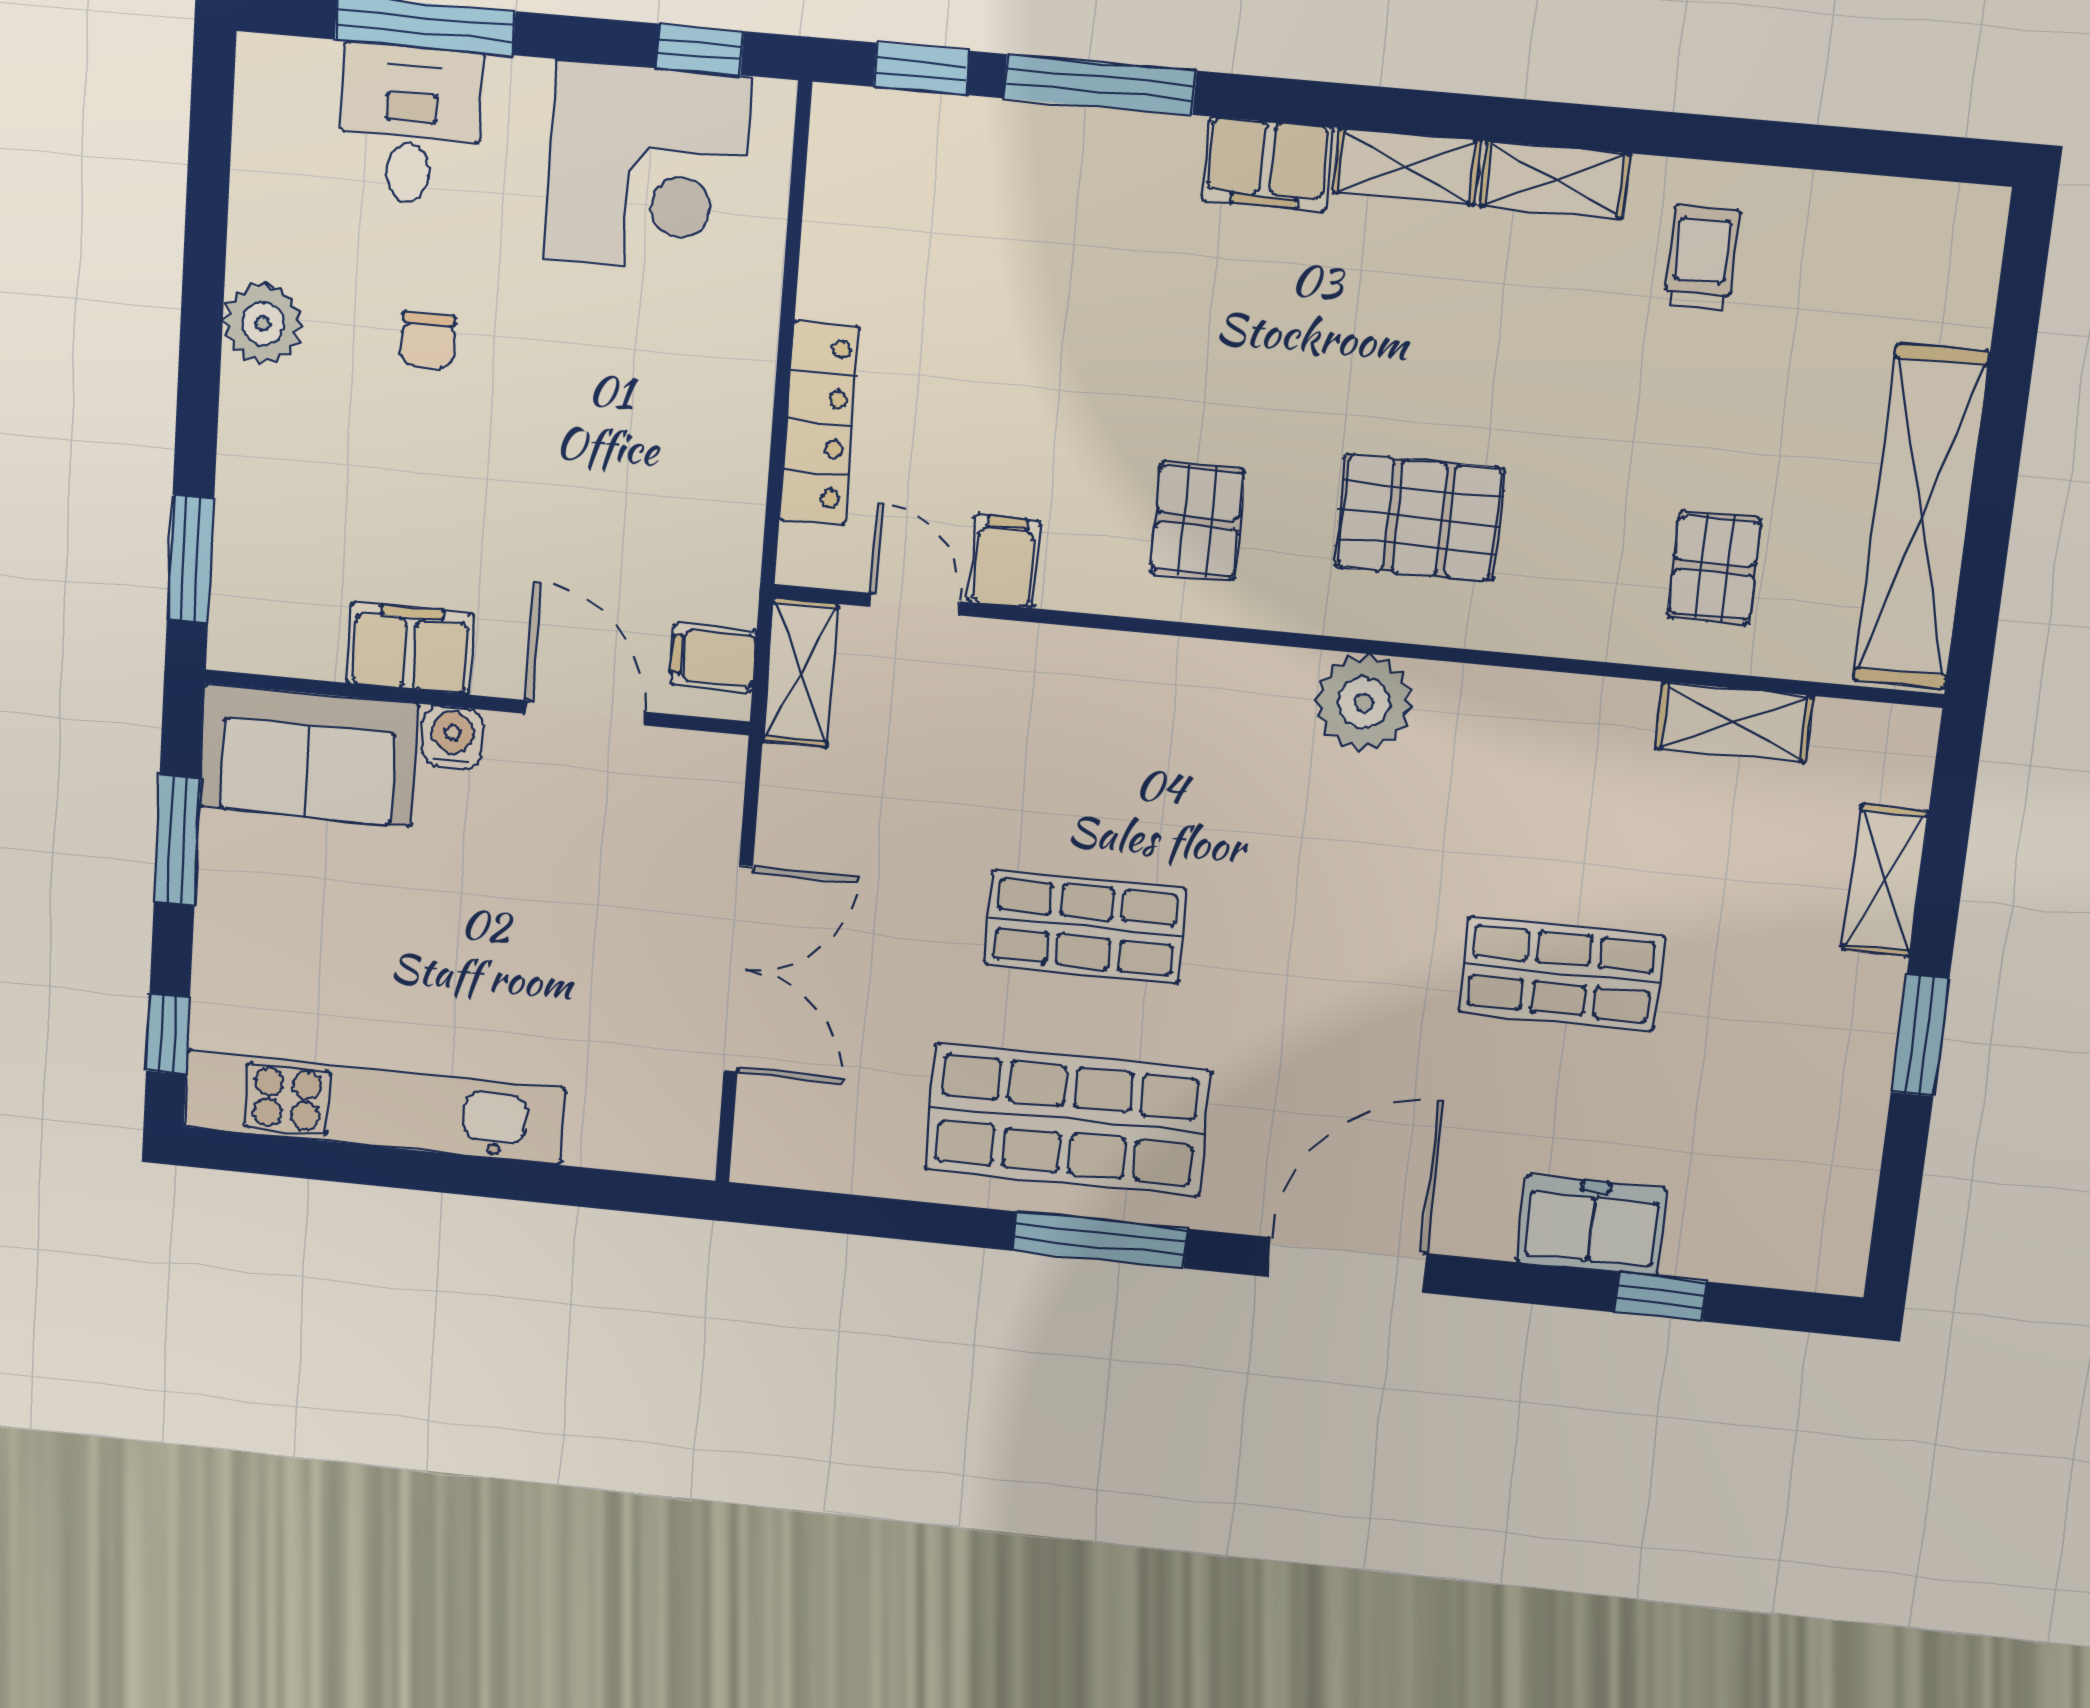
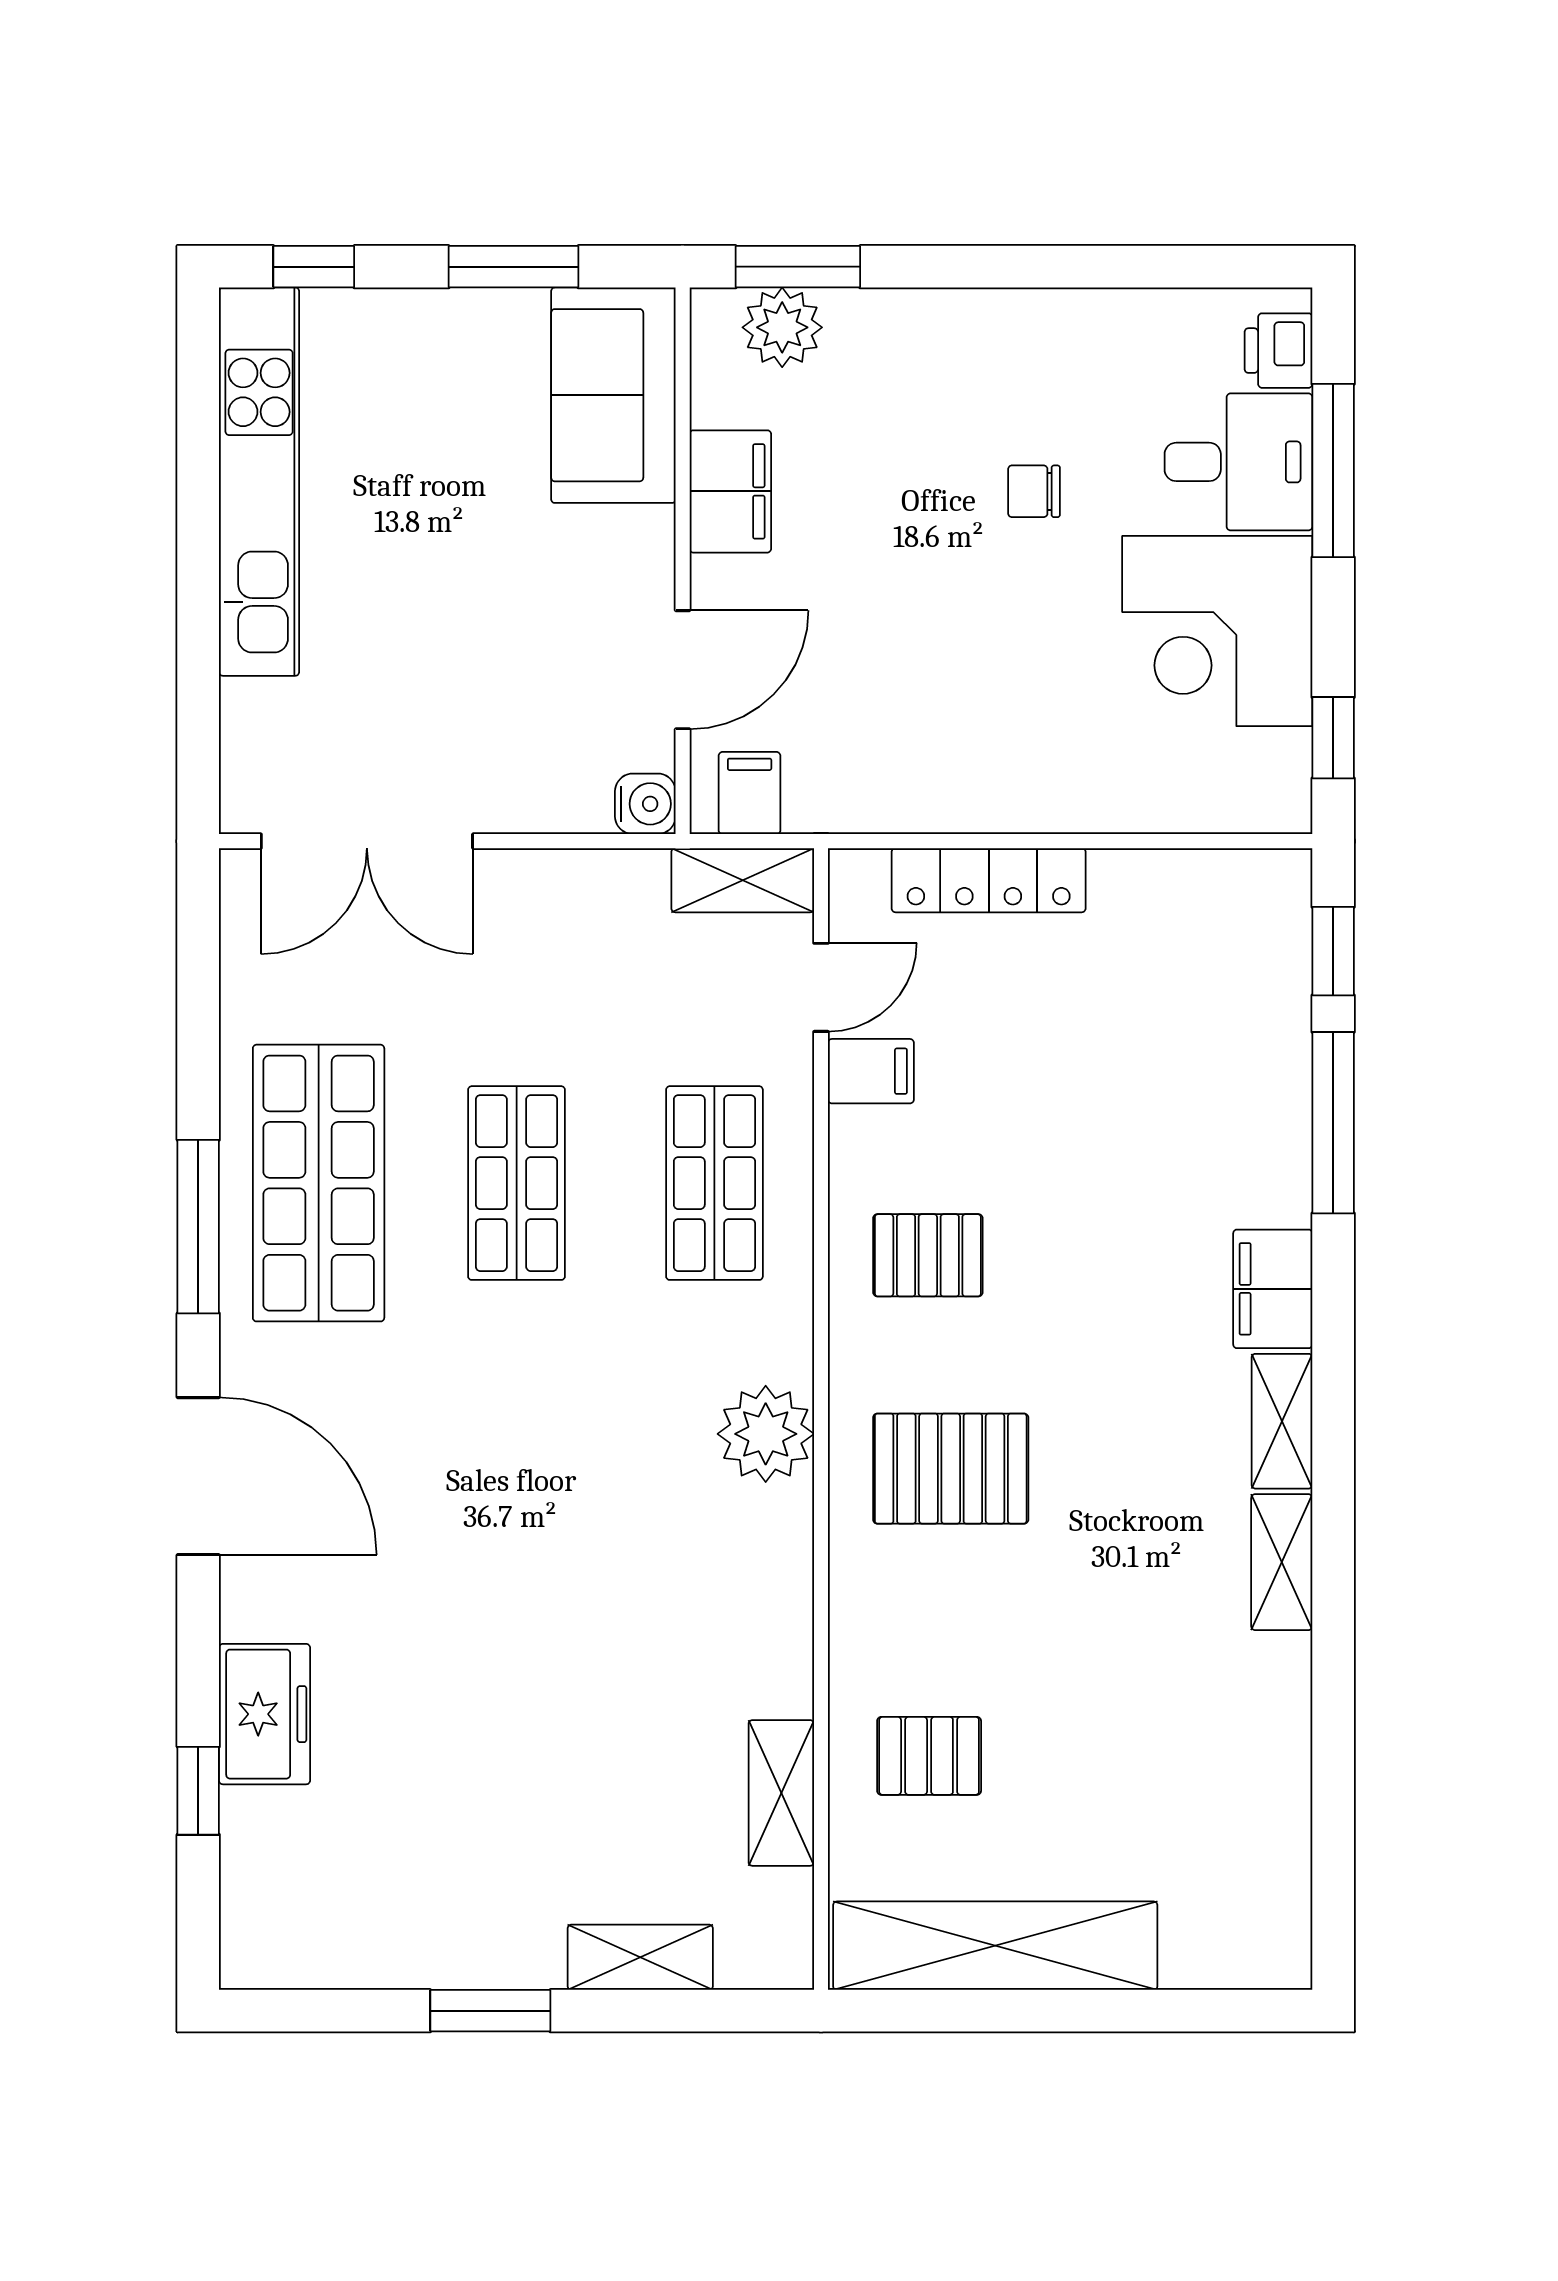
printer: (299, 72) -> (1278, 351), added
corner desk: (647, 168) -> (1217, 631), moved
trolley: (1702, 257) -> (1222, 1709), removed
plant: (263, 323) -> (782, 327), moved
pallet: (1419, 518) -> (951, 1469), turned 90
water cooler: (452, 737) -> (645, 804), moved
double door: (738, 969) -> (367, 841), moved
shop shelf: (1561, 974) -> (714, 1183), moved

